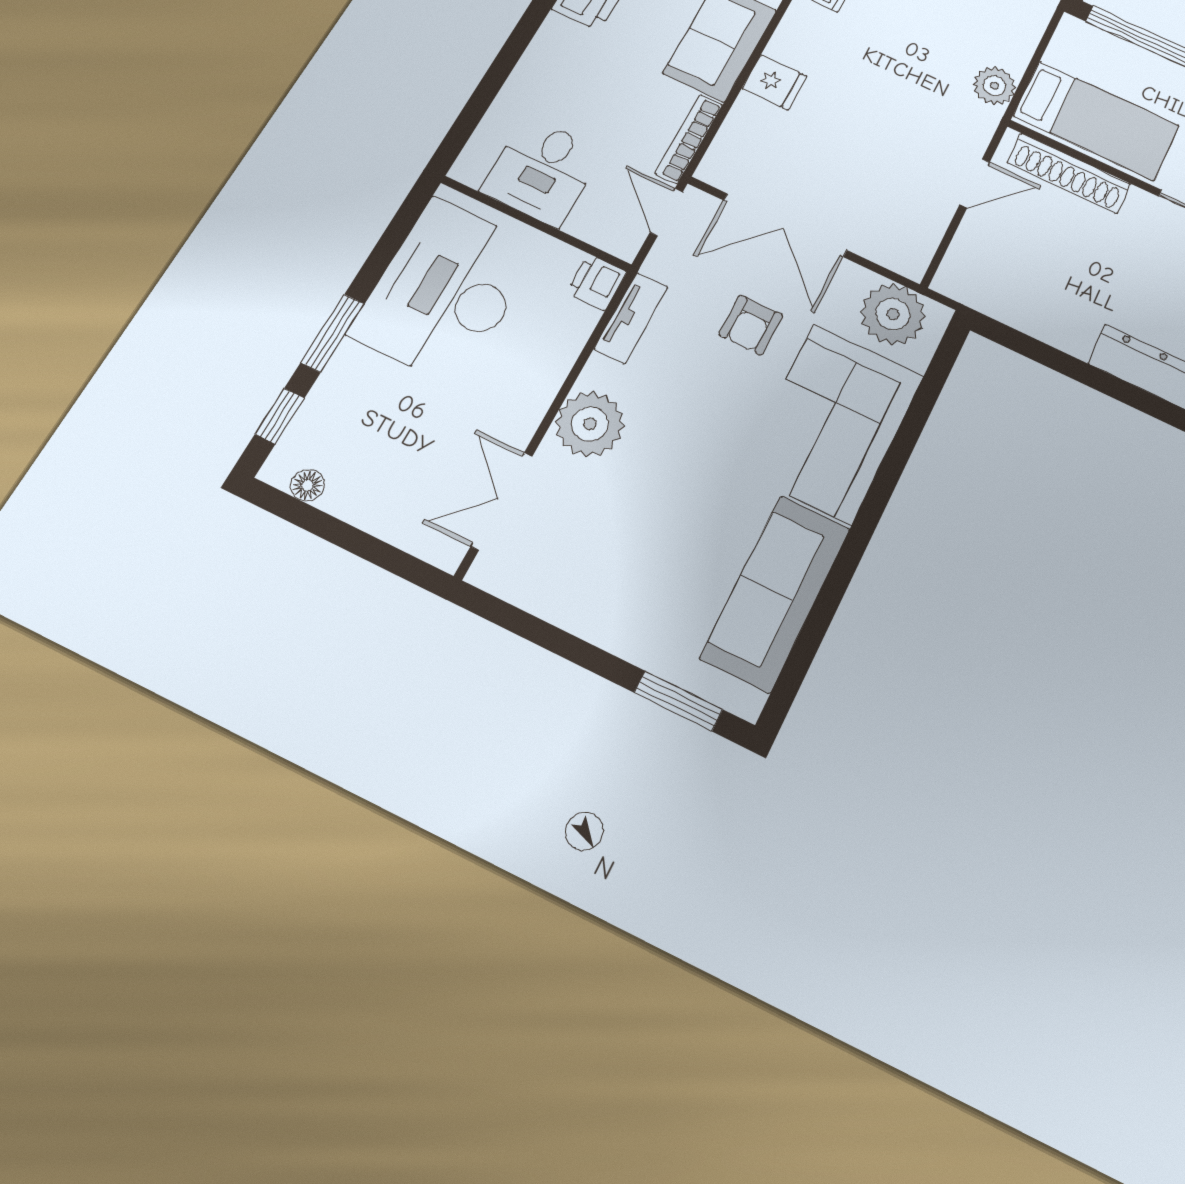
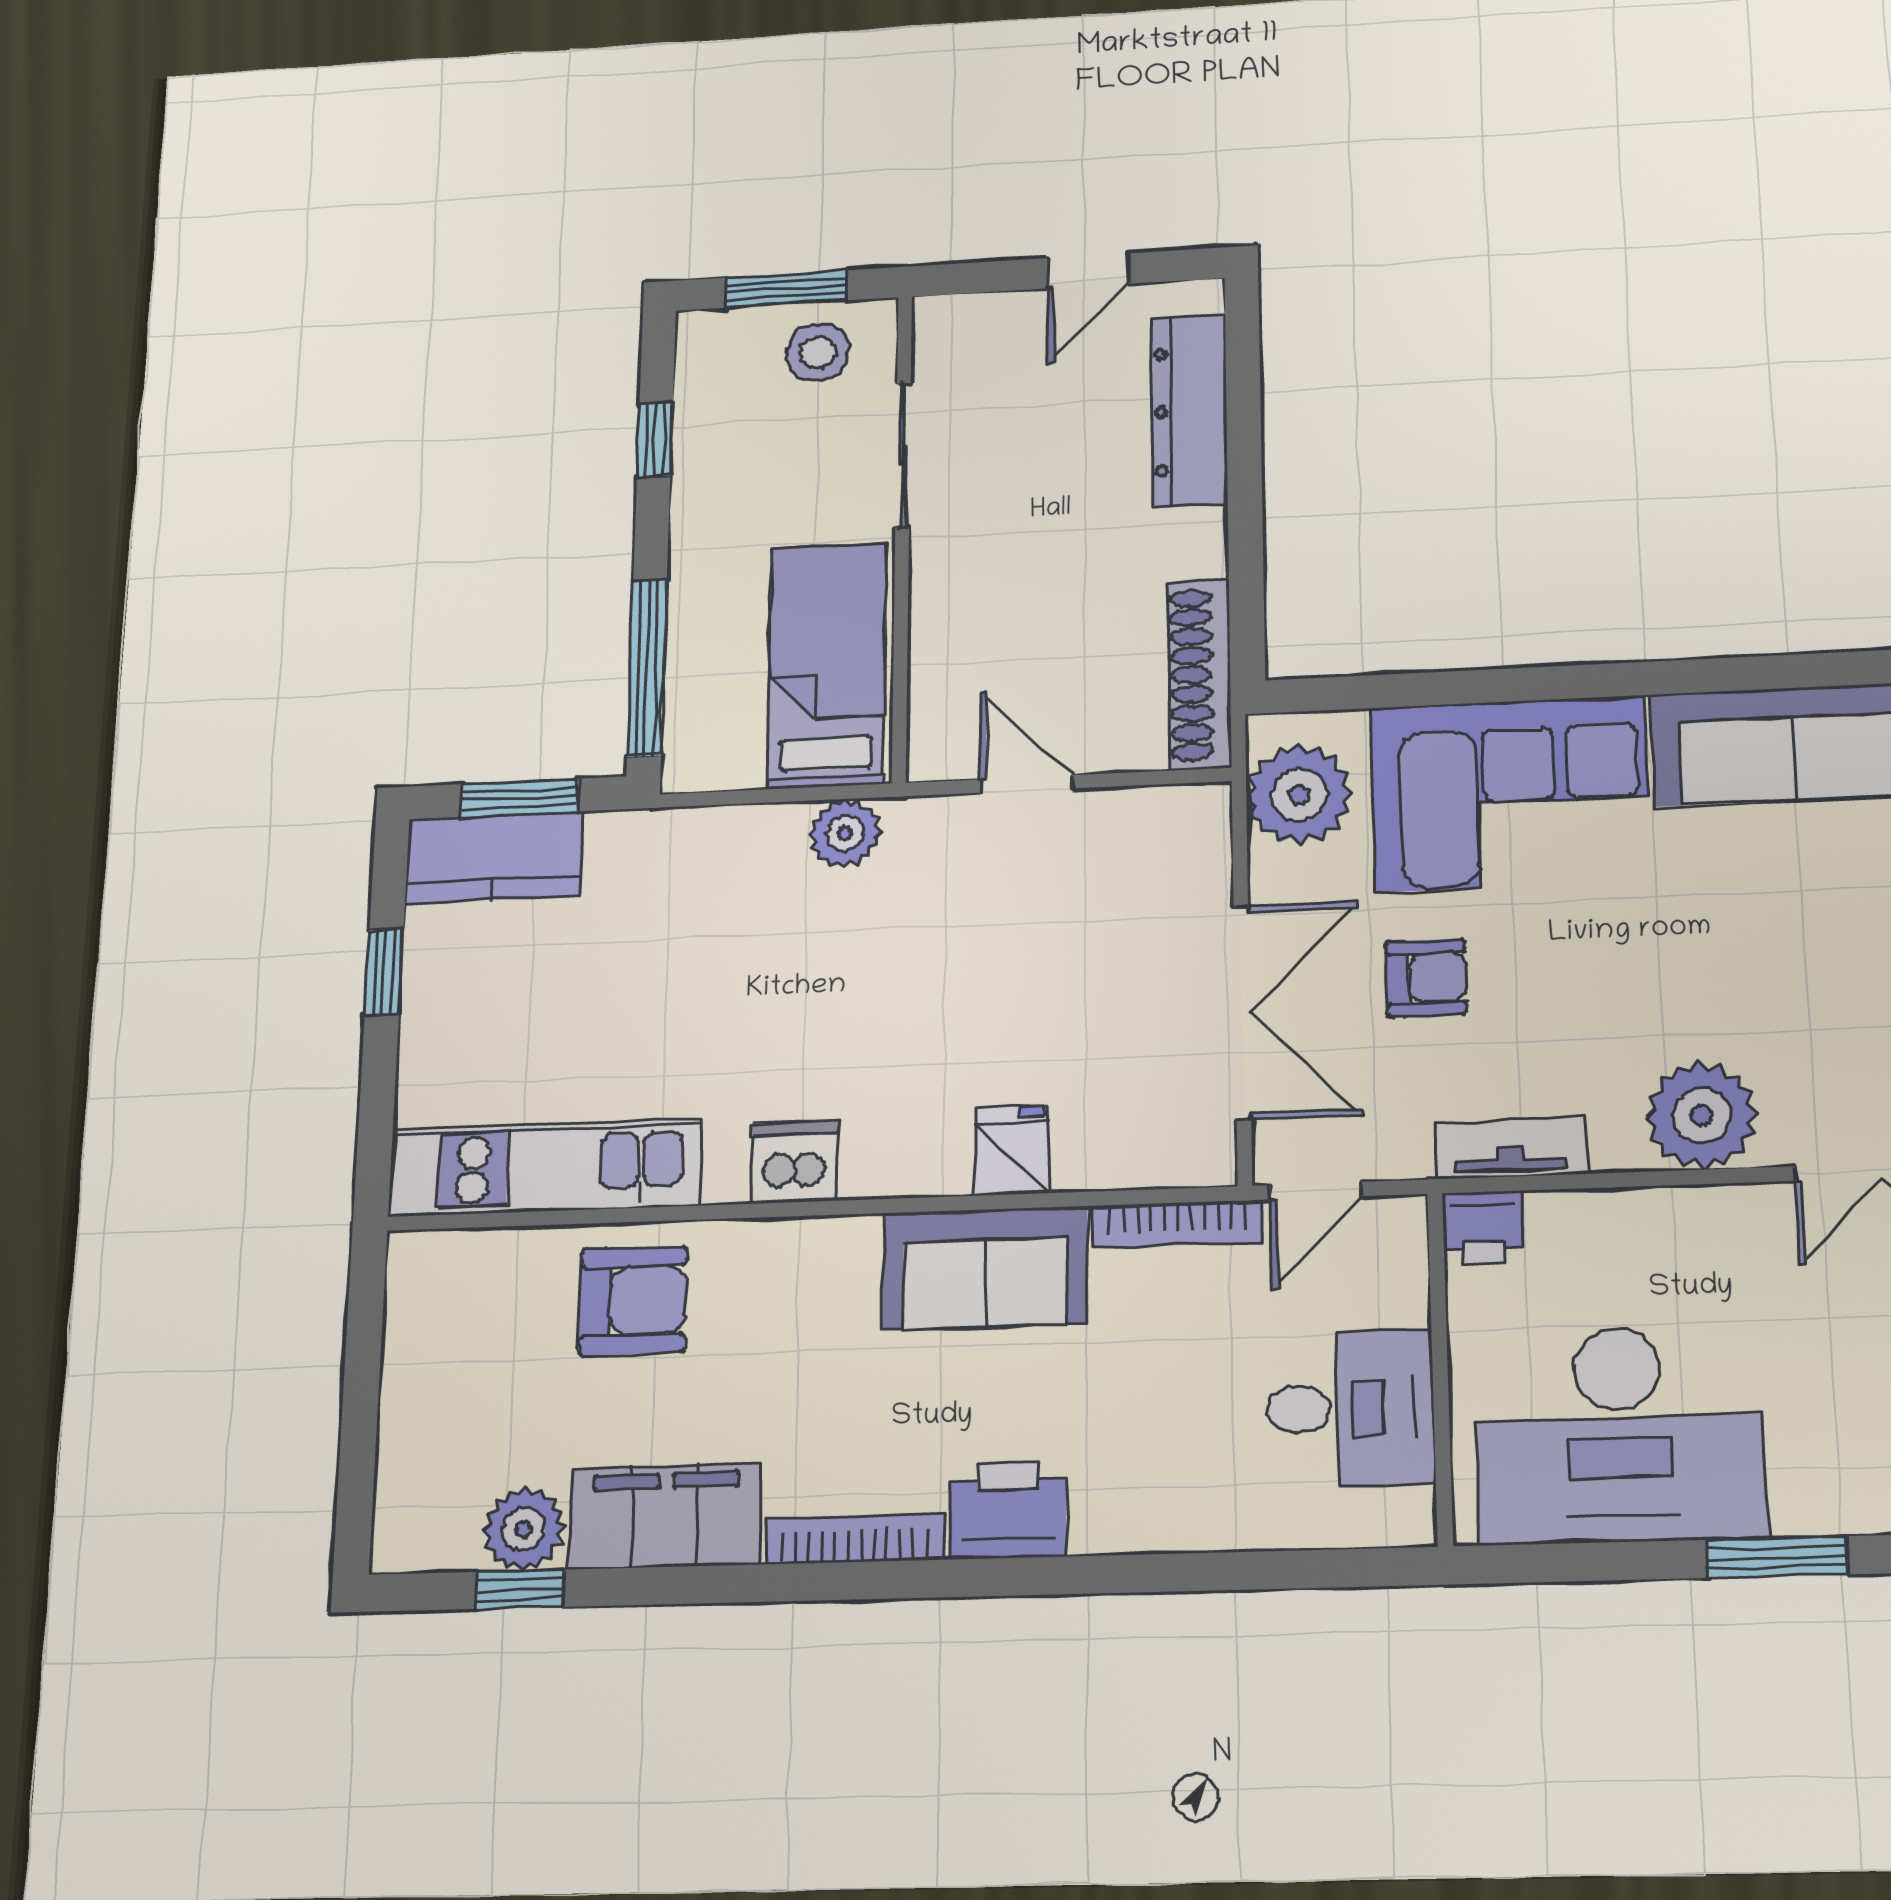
shoe rack: (1069, 173) -> (1199, 674), moved, turned 180

